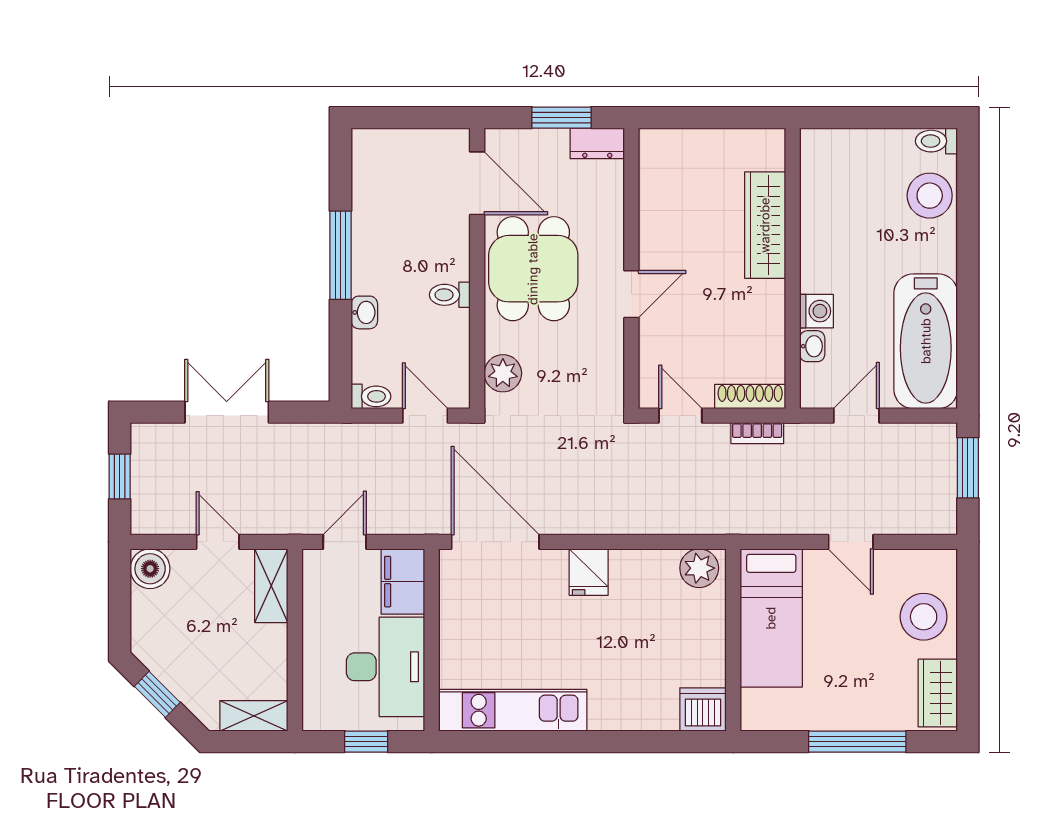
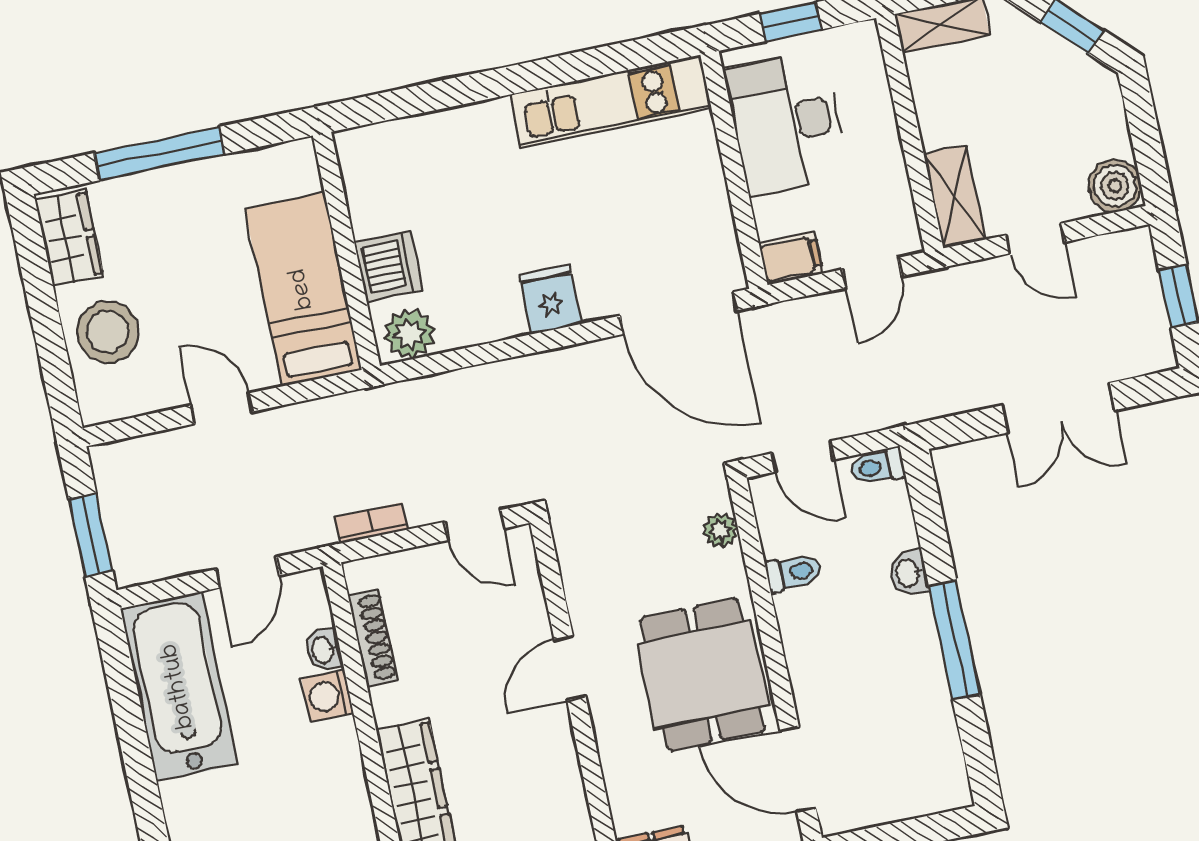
toilet: (450, 295) -> (794, 572), moved
plant: (503, 373) -> (720, 530), width x0.73, depth x0.73
shoe rack: (750, 397) -> (373, 638), moved, turned -90
filing cabinet: (403, 582) -> (791, 258), width x0.50
dishwasher: (703, 709) -> (388, 266), moved, turned -90

